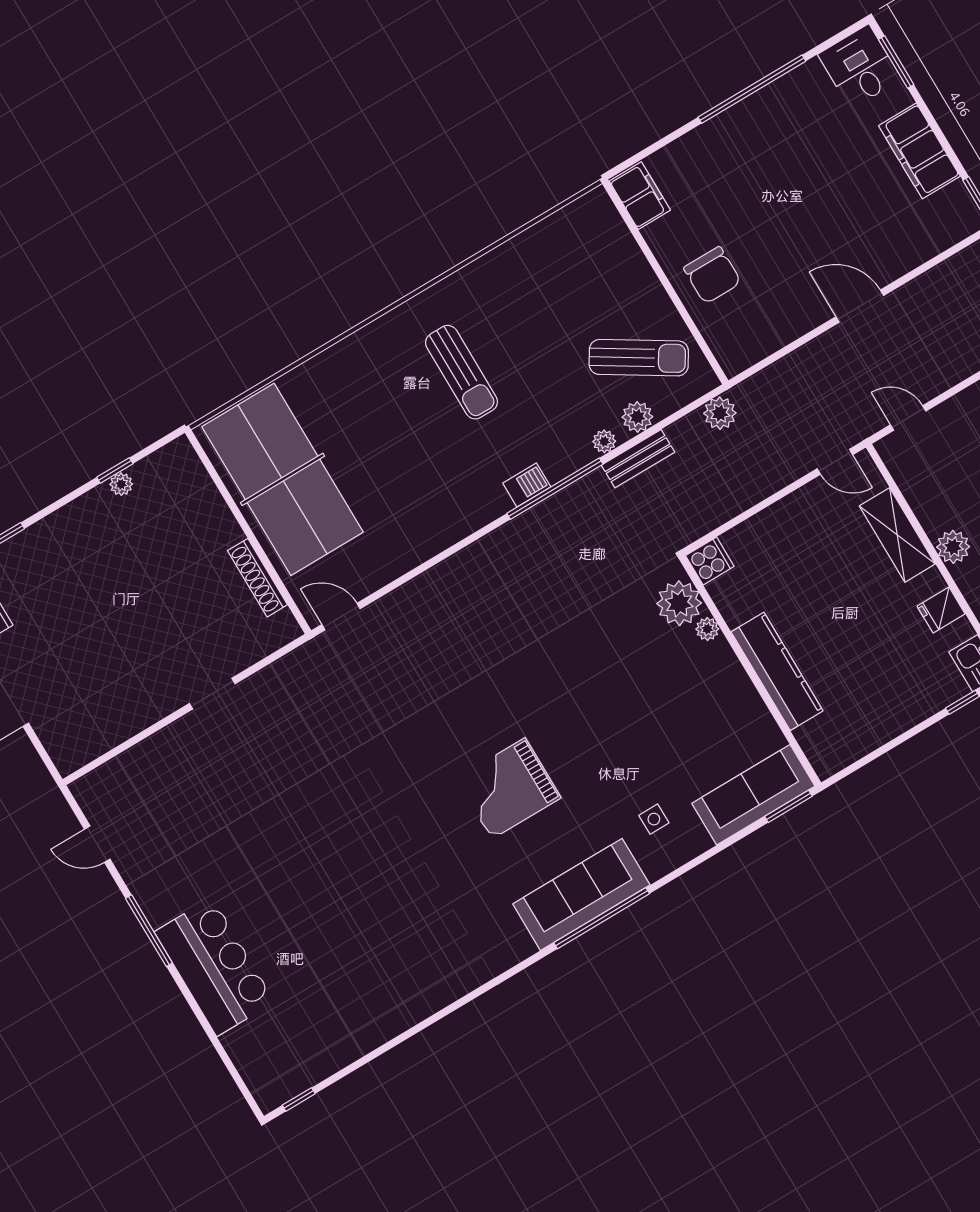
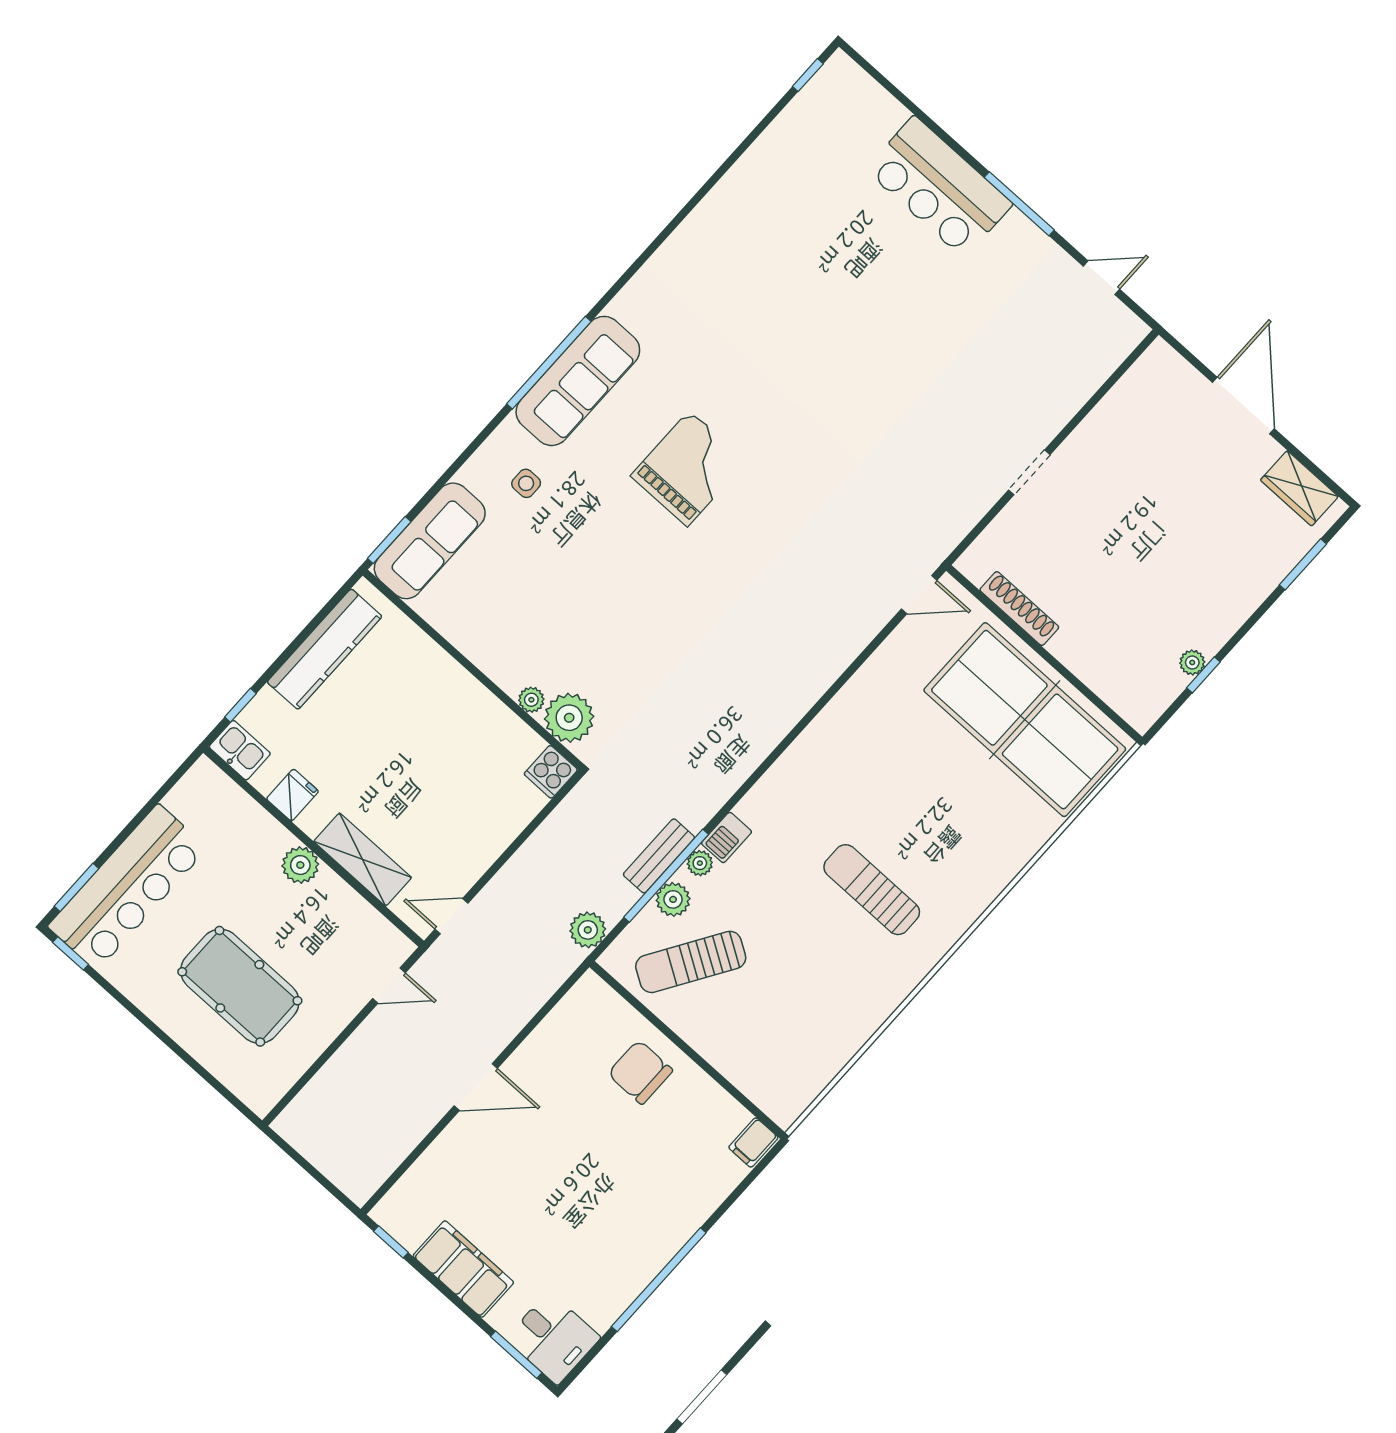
filing cabinet: (640, 196) -> (753, 1142), width x0.50
barbecue: (527, 485) -> (727, 837), moved
window: (555, 489) -> (666, 876), moved
kitchen counter: (777, 671) -> (325, 649), moved, turned -90

